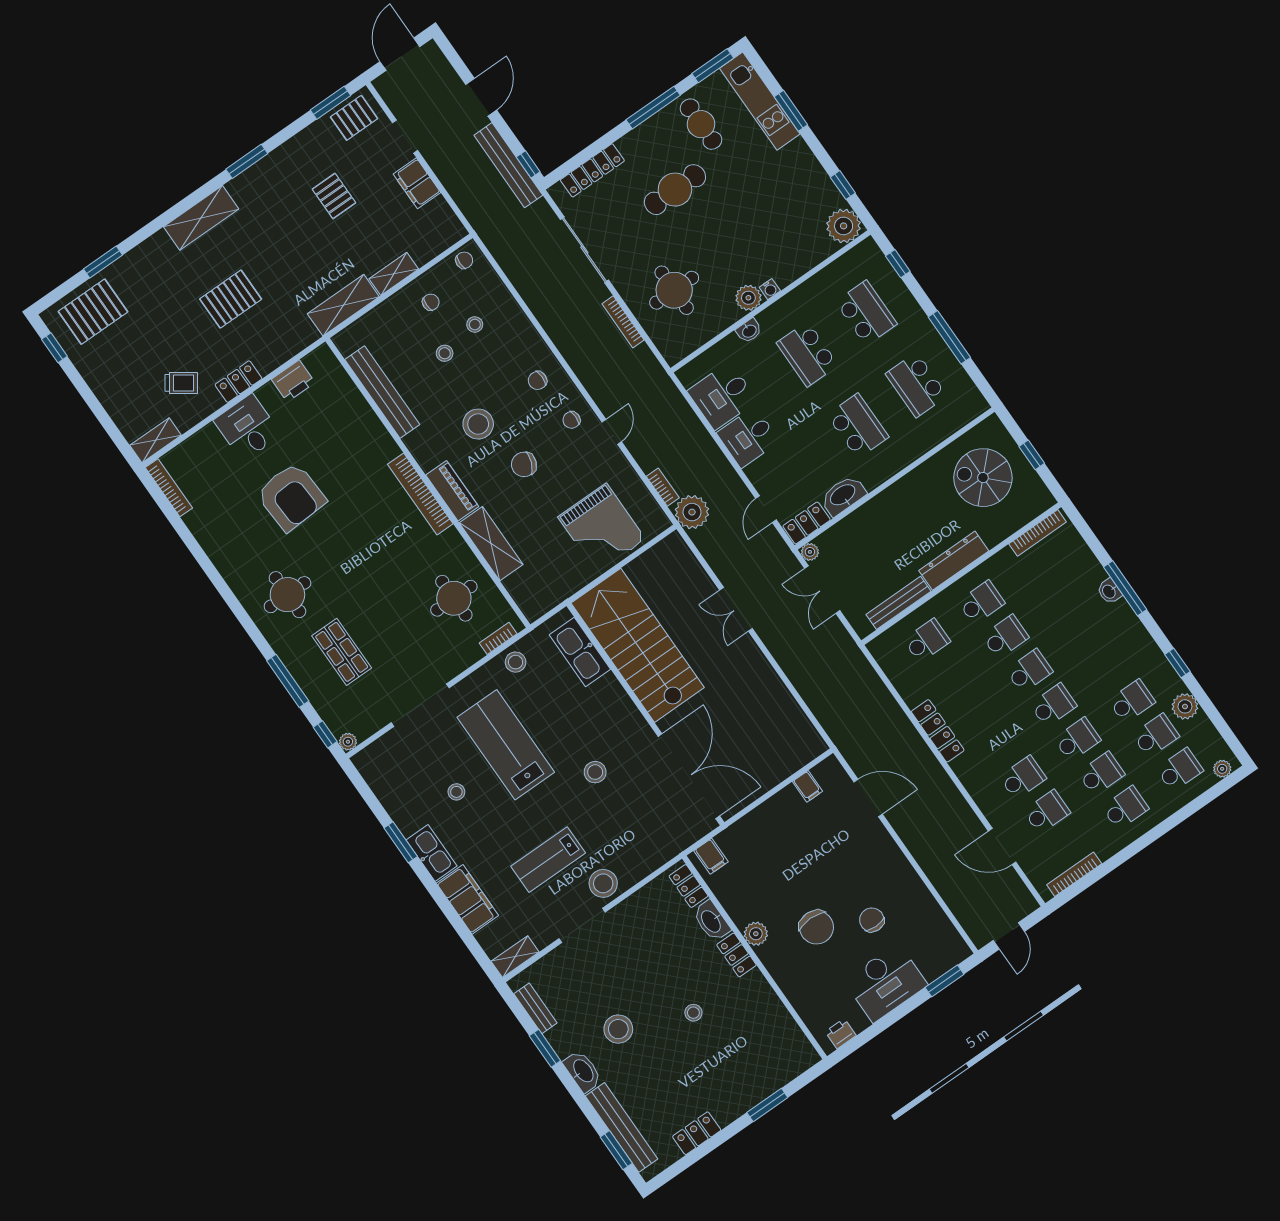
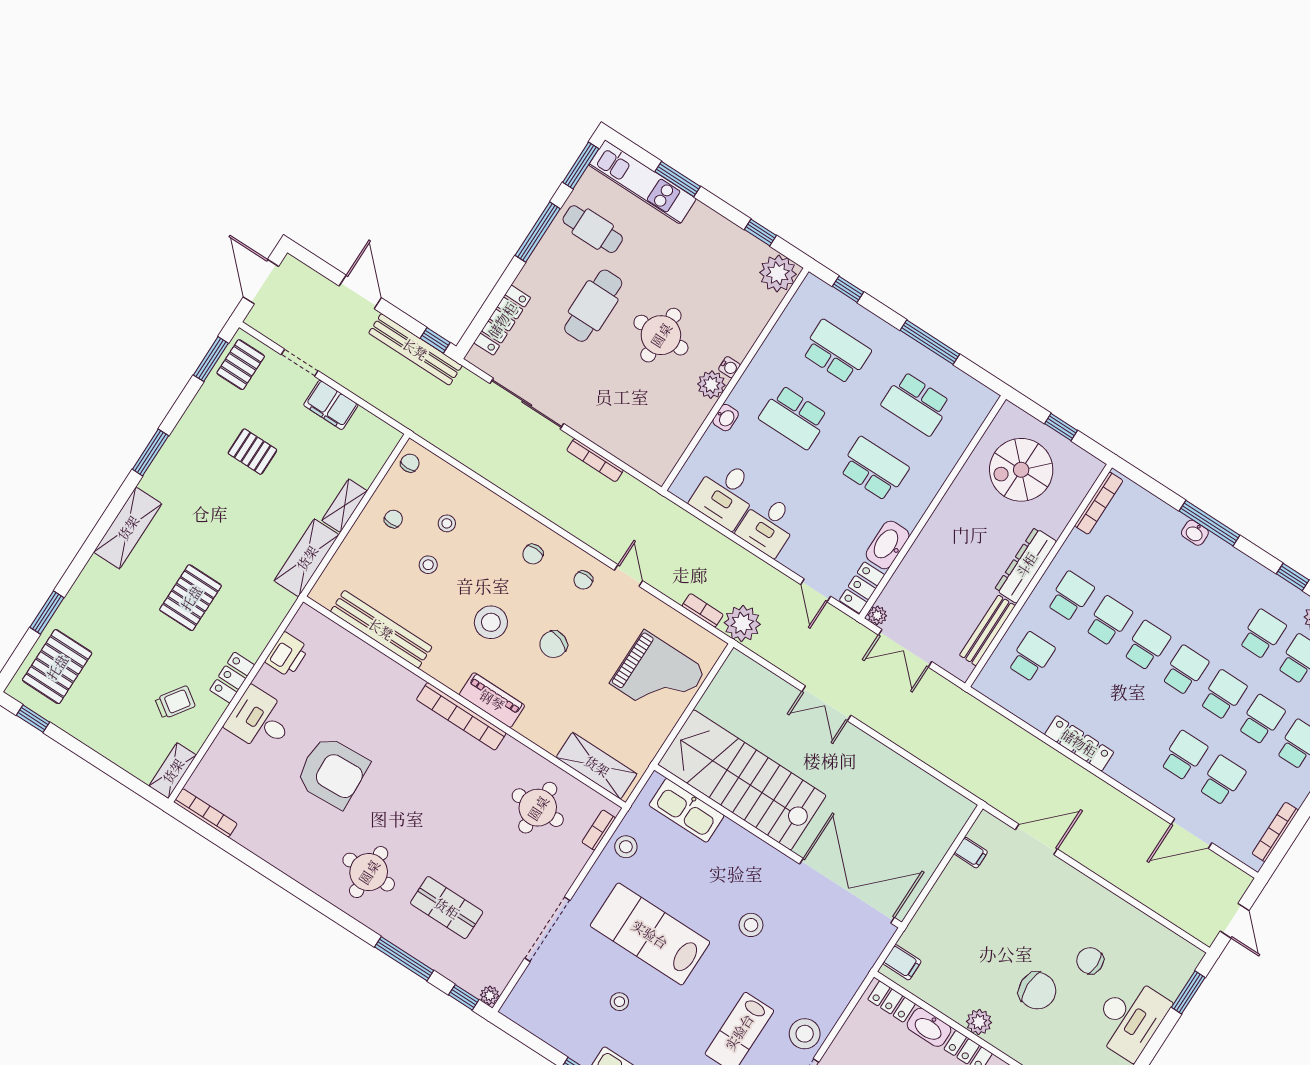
round table: (674, 290) -> (661, 335), moved
shelving: (491, 544) -> (597, 766), moved

